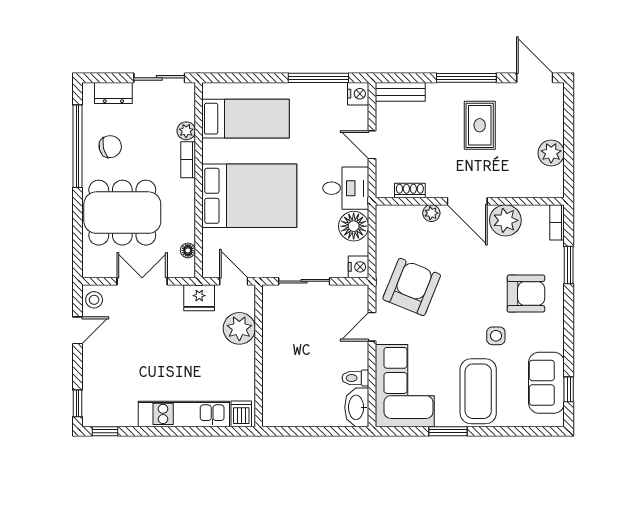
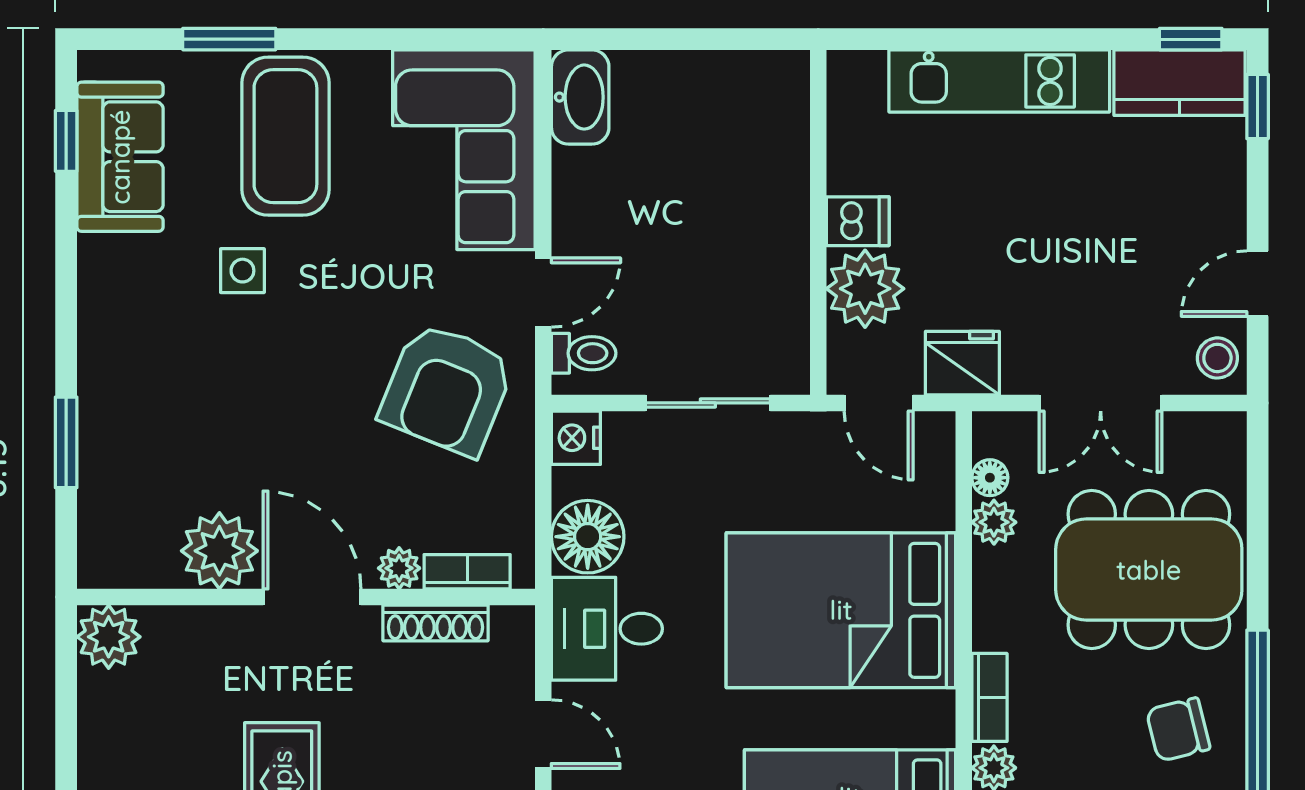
plant: (551, 153) -> (109, 637), moved
shoe rack: (410, 191) -> (435, 623), width x1.43
bookcase: (557, 222) -> (467, 572), moved, turned -90
plant: (186, 232) -> (994, 522), added
armchair: (526, 294) -> (170, 373), removed
toilet: (355, 378) -> (584, 353), moved
kitchen counter: (110, 413) -> (1180, 83), added
dishwasher: (241, 414) -> (858, 221), moved, turned -90
window: (448, 431) -> (229, 39), moved

